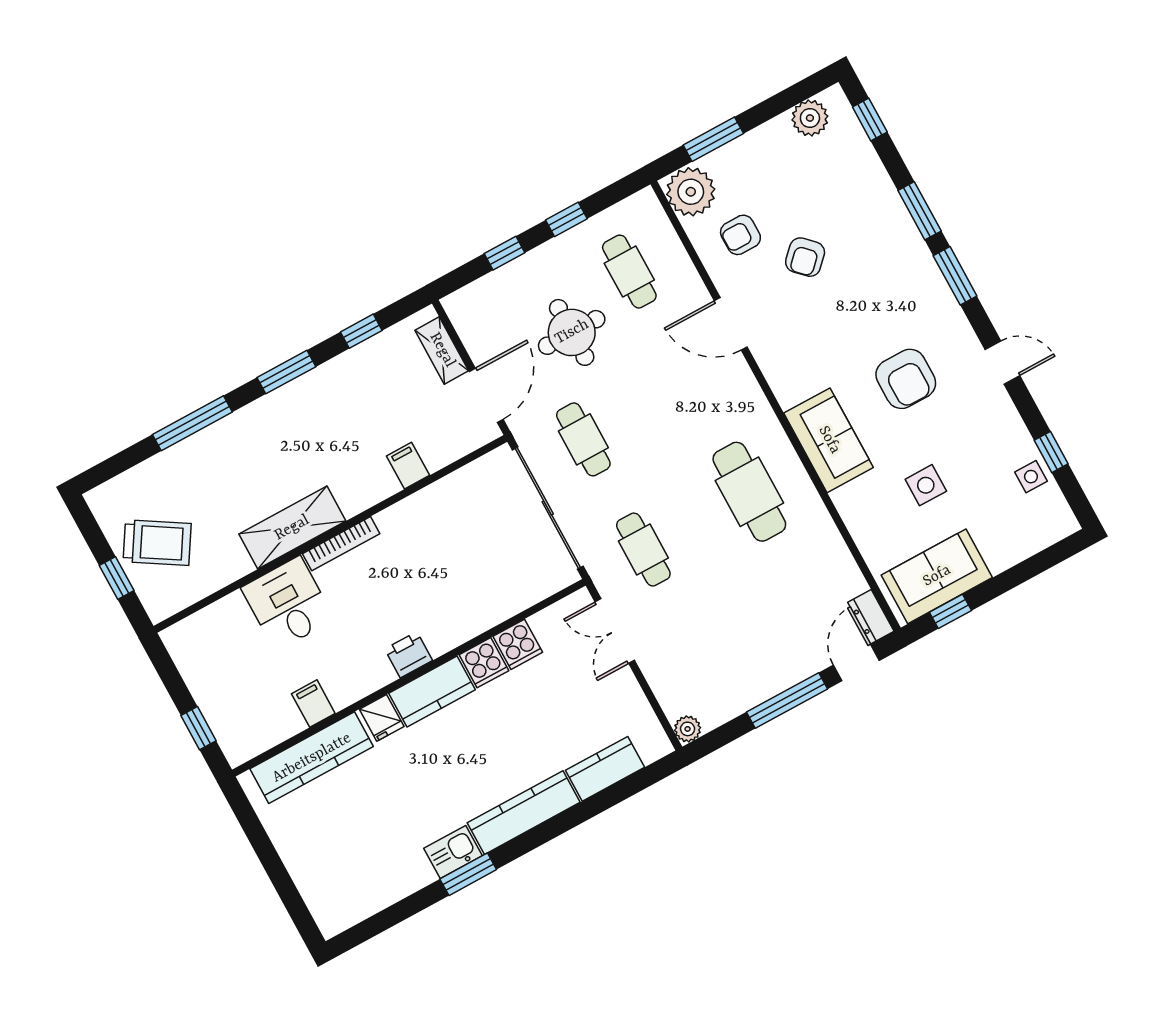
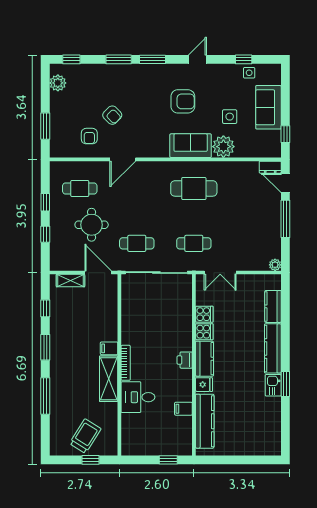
plant: (691, 192) -> (223, 147), moved
filing cabinet: (408, 466) -> (109, 348), moved
sofa: (937, 576) -> (268, 107), moved

